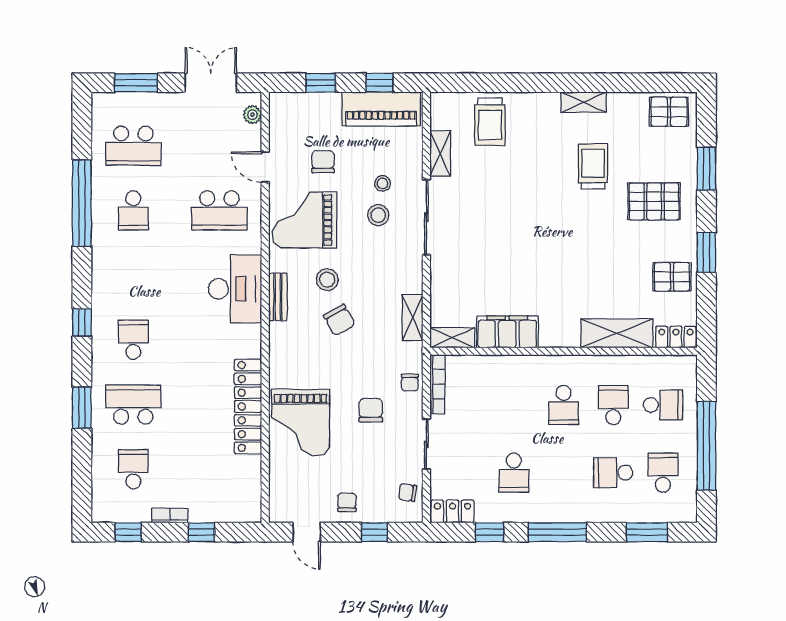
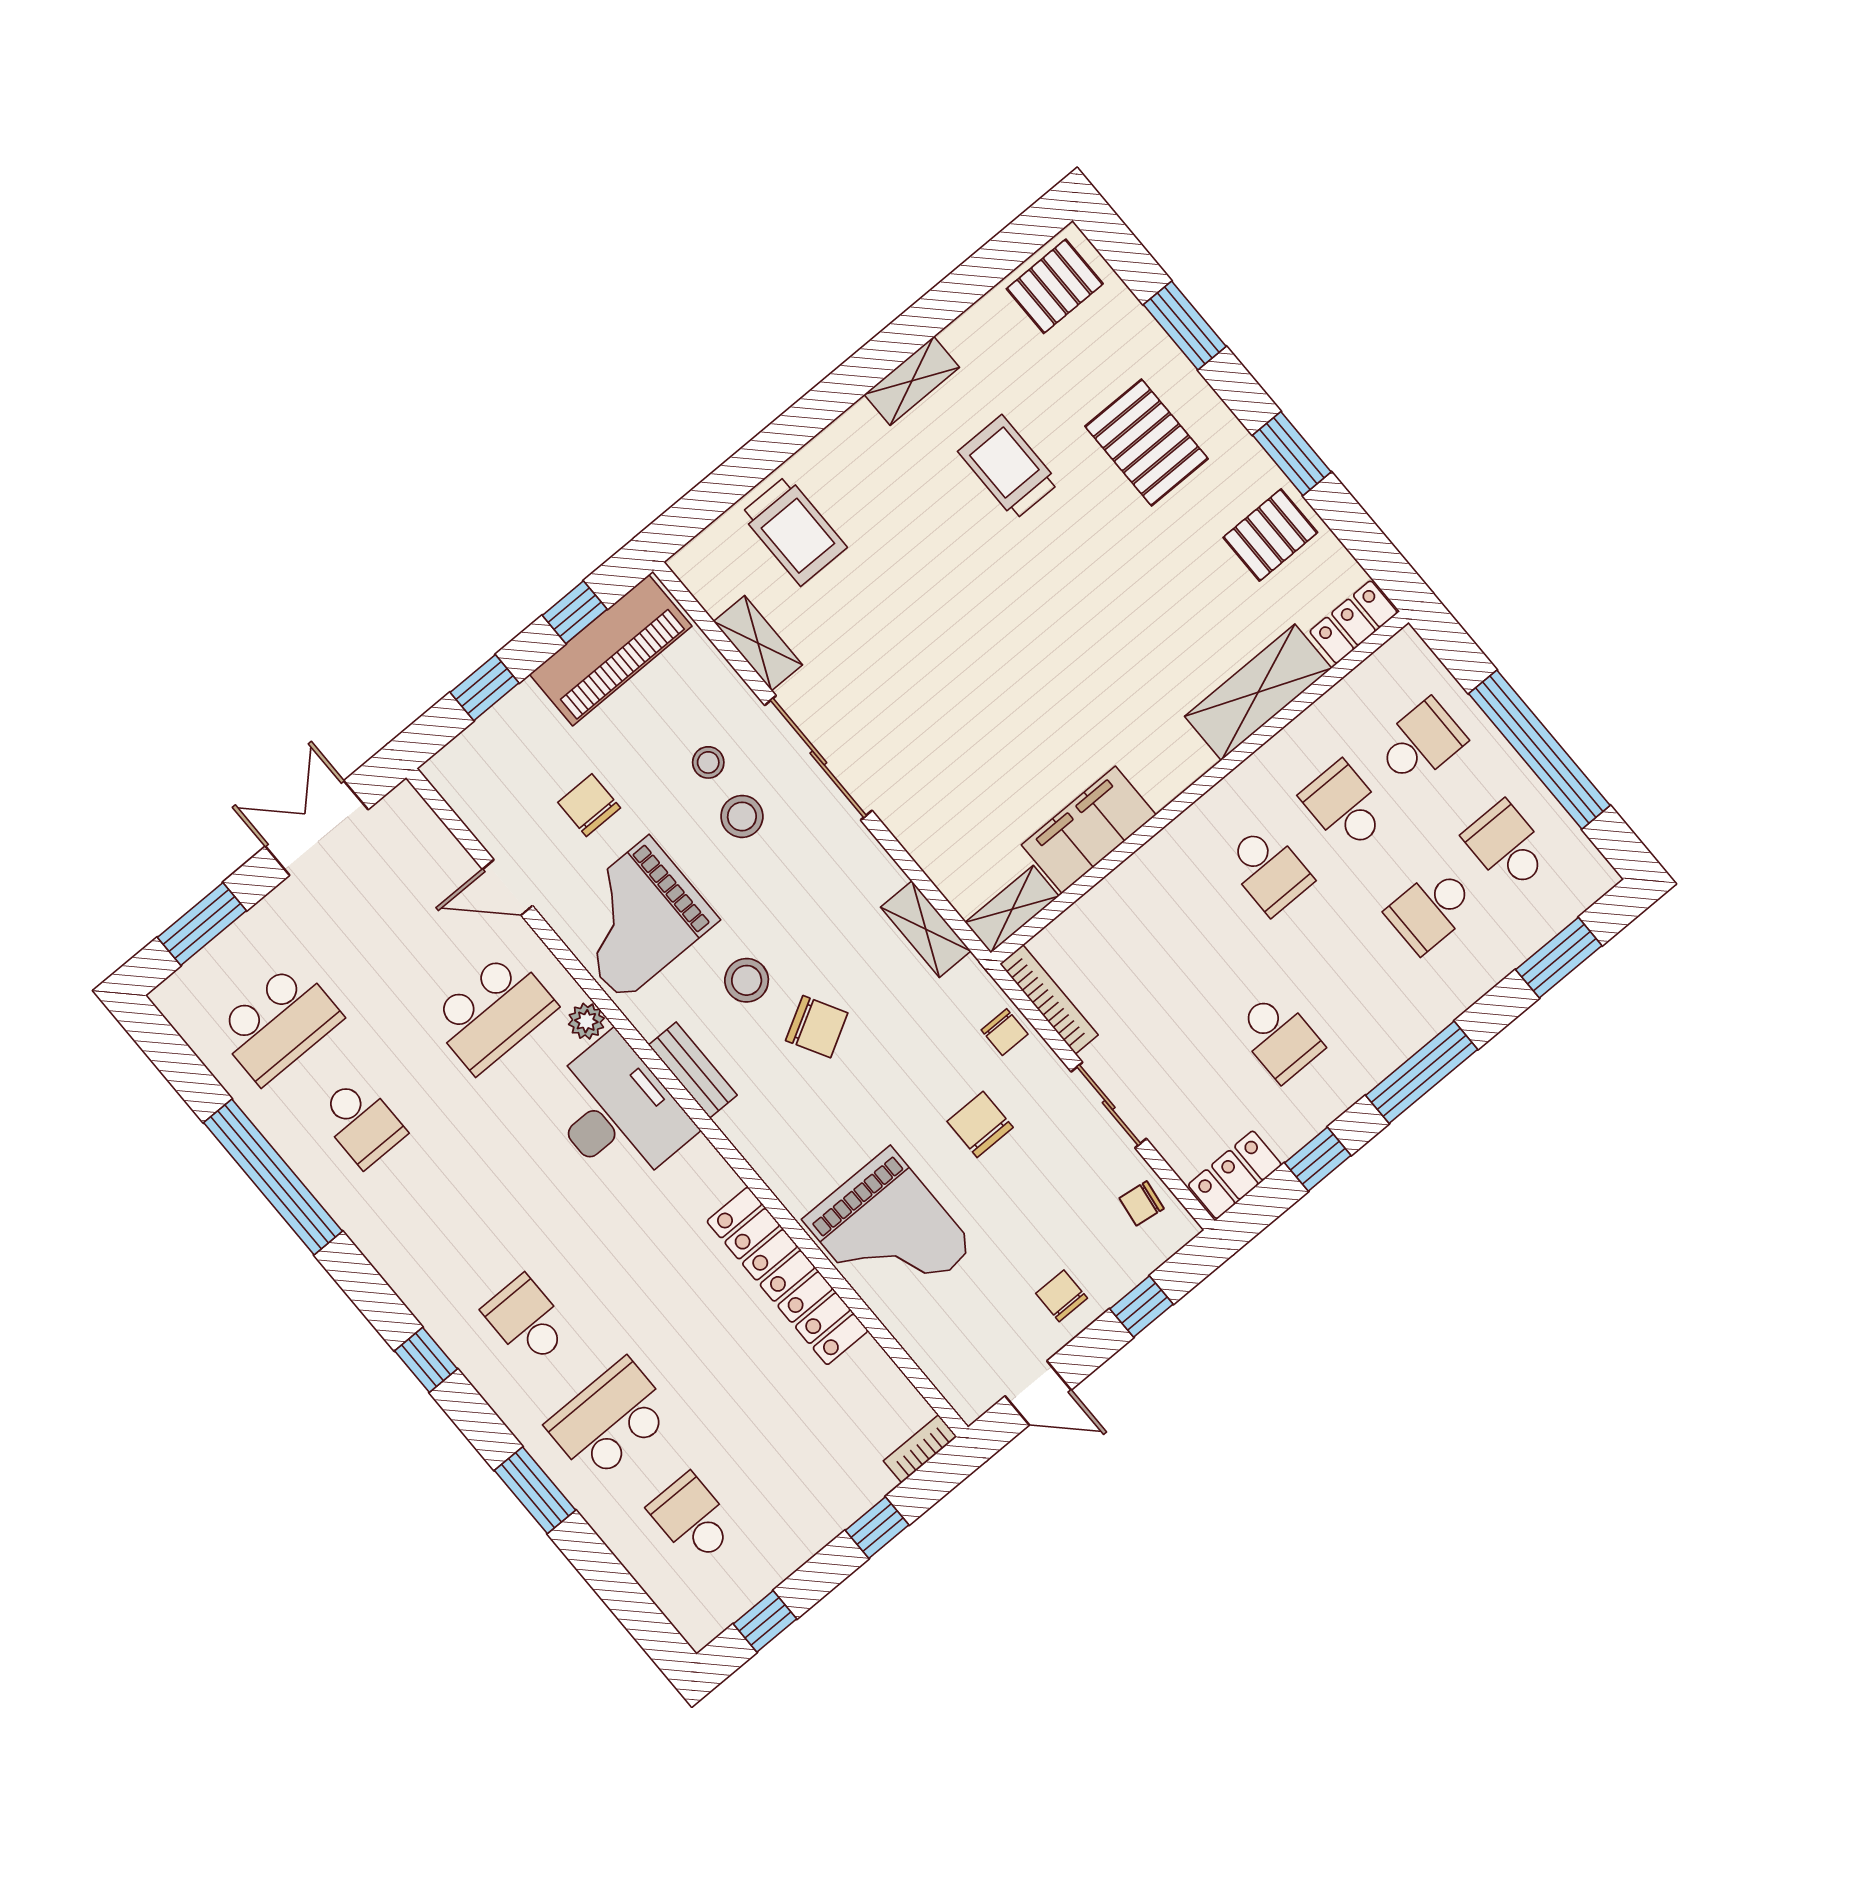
plant: (252, 115) -> (586, 1021), moved
pallet: (654, 201) -> (1147, 442), turned 90
bookcase: (170, 516) -> (920, 1449), moved

